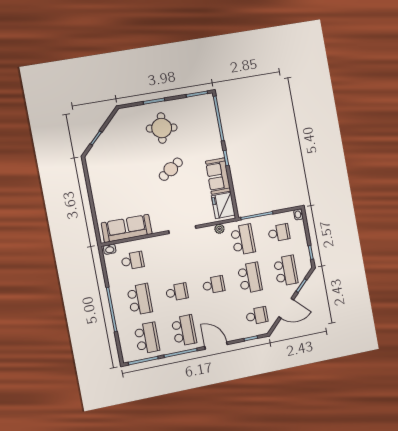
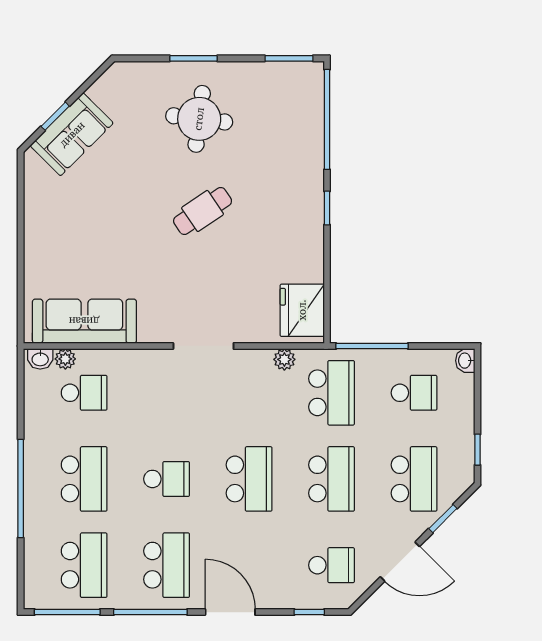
sofa: (218, 176) -> (72, 134), moved, turned -135
plant: (121, 247) -> (65, 359), added
school desk: (214, 285) -> (249, 479), width x1.85

